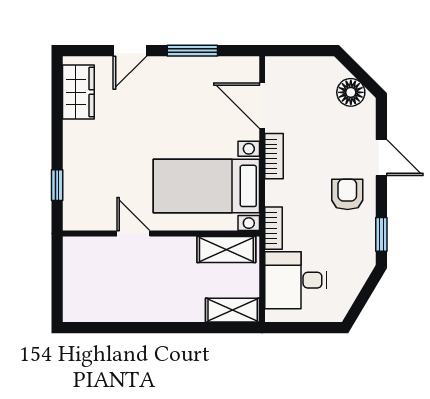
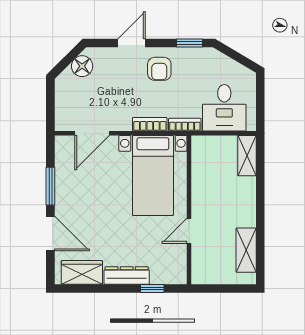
door: (130, 51) -> (50, 233), width x1.38
dresser: (74, 151) -> (127, 275), added
bookcase: (274, 156) -> (150, 124), moved
armchair: (347, 194) -> (159, 69), turned -90
shelving: (226, 249) -> (246, 250), moved

